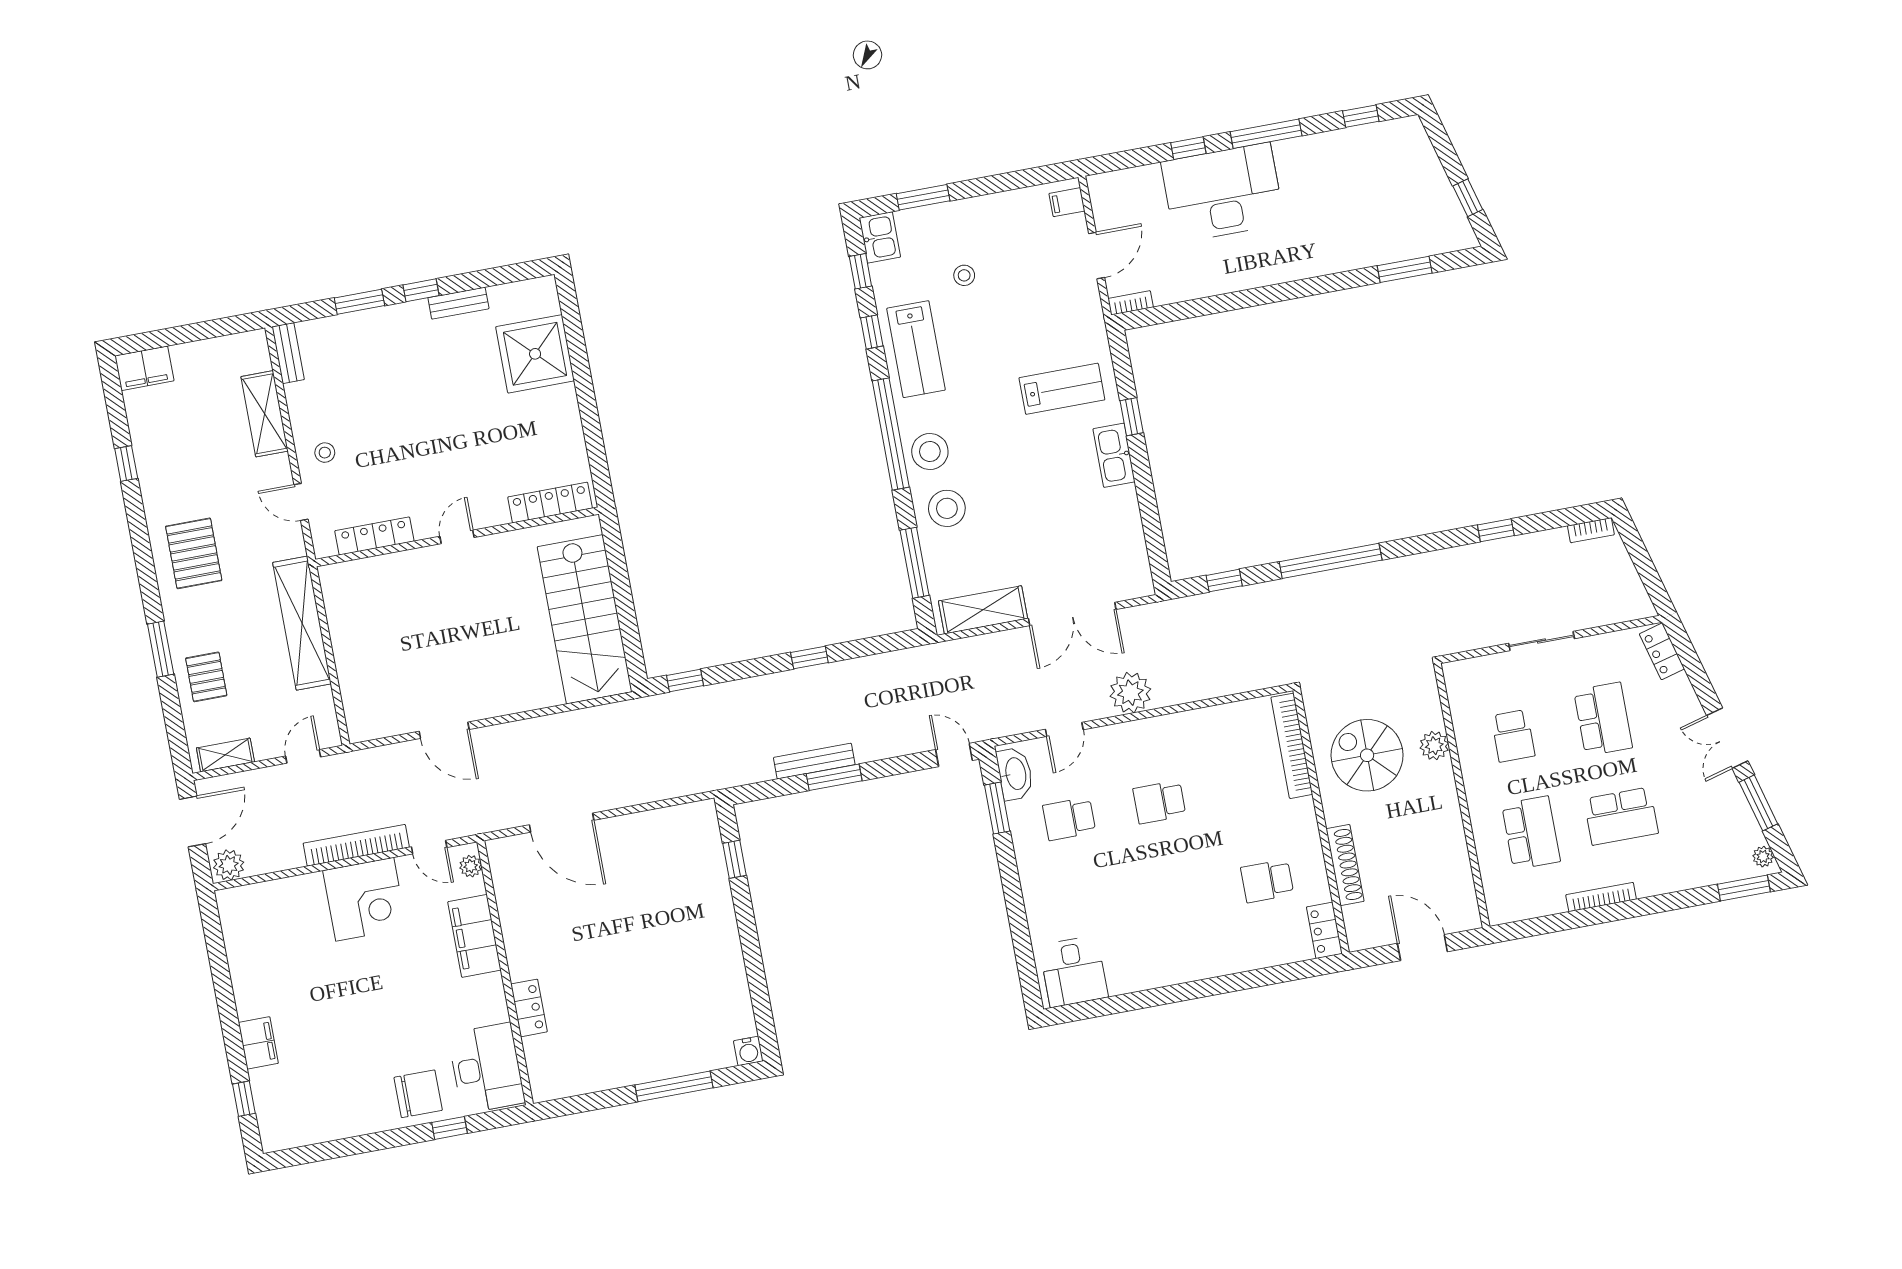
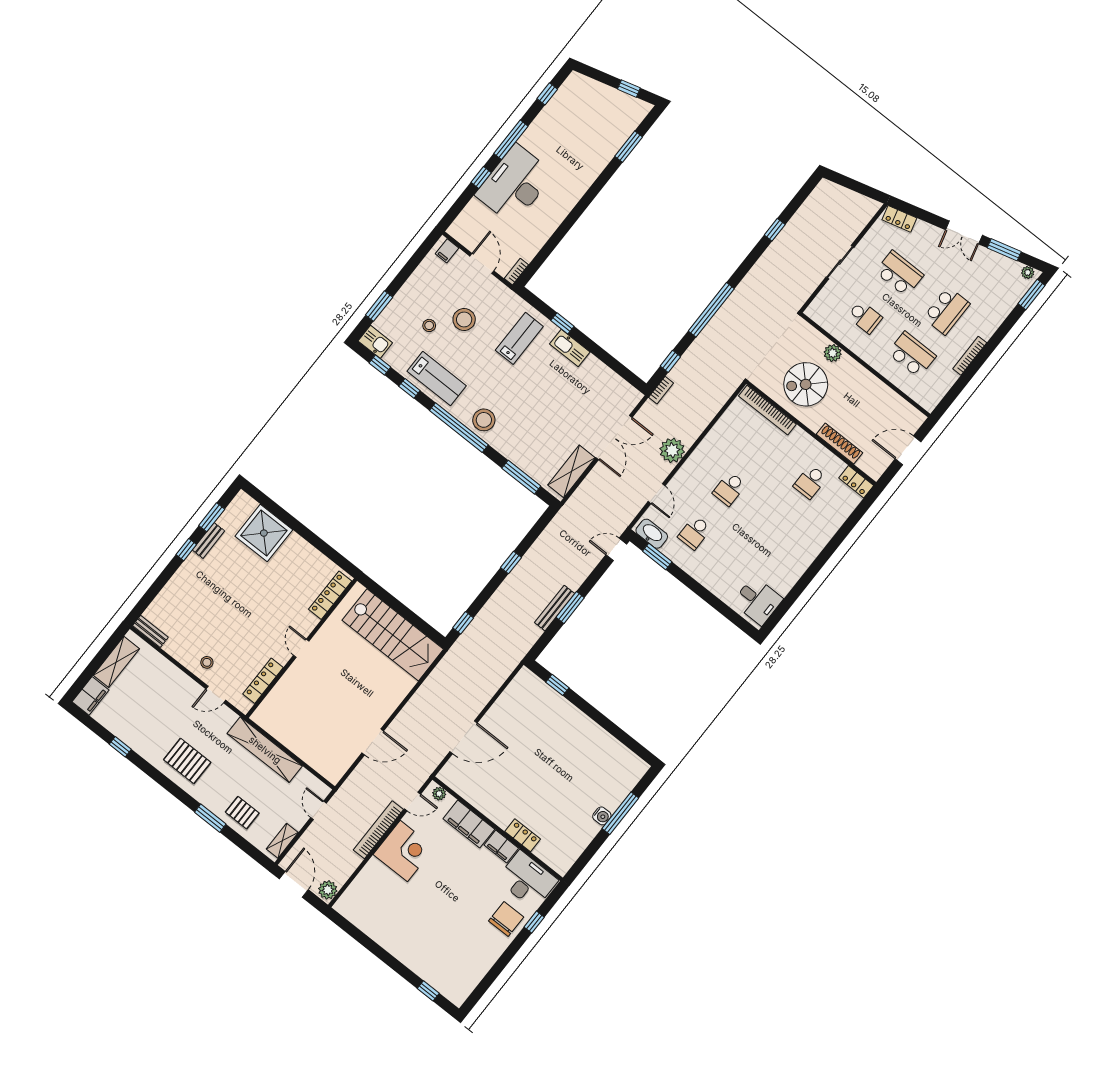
window: (359, 302) -> (212, 517), moved
shelving: (265, 414) -> (116, 662), moved, turned 90
stool: (947, 508) -> (464, 320), moved
bookcase: (1591, 530) -> (661, 390), moved
filing cabinet: (258, 1043) -> (501, 847), moved, turned 180
water cooler: (748, 1051) -> (602, 816), moved

